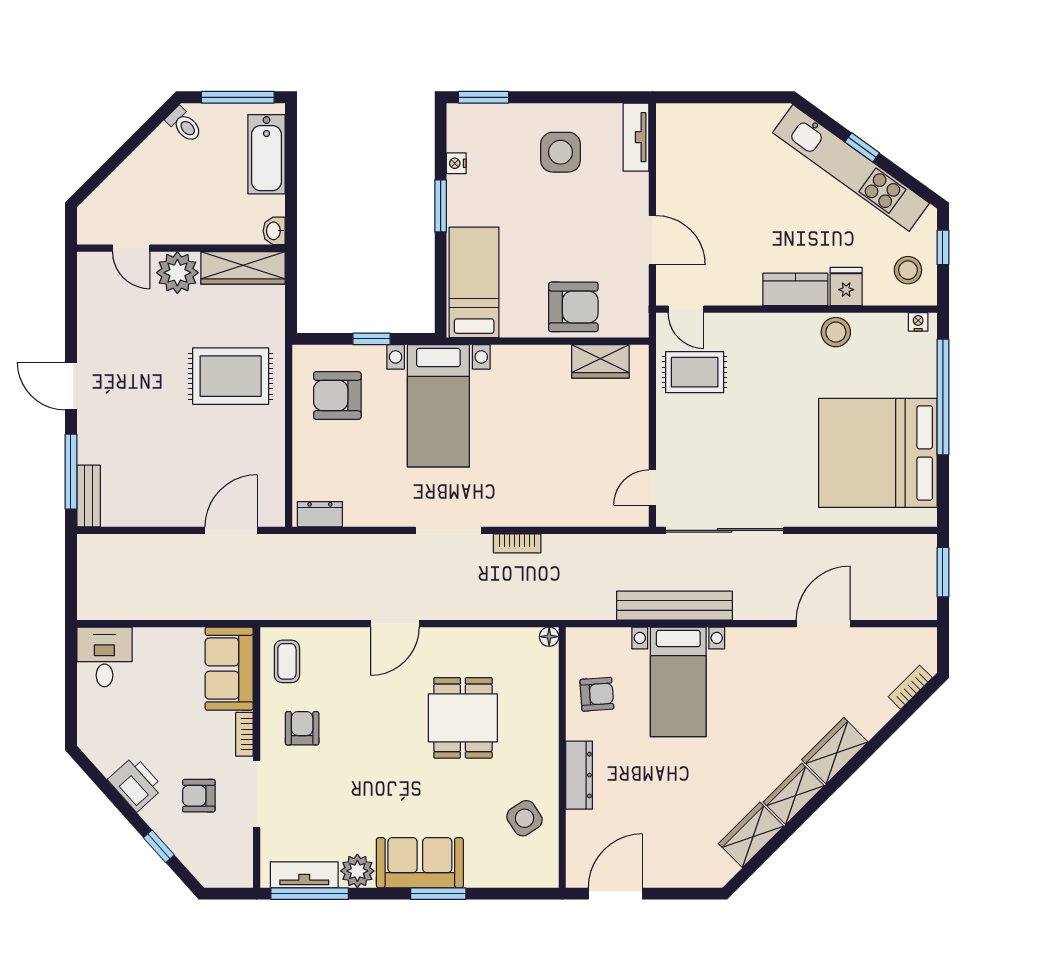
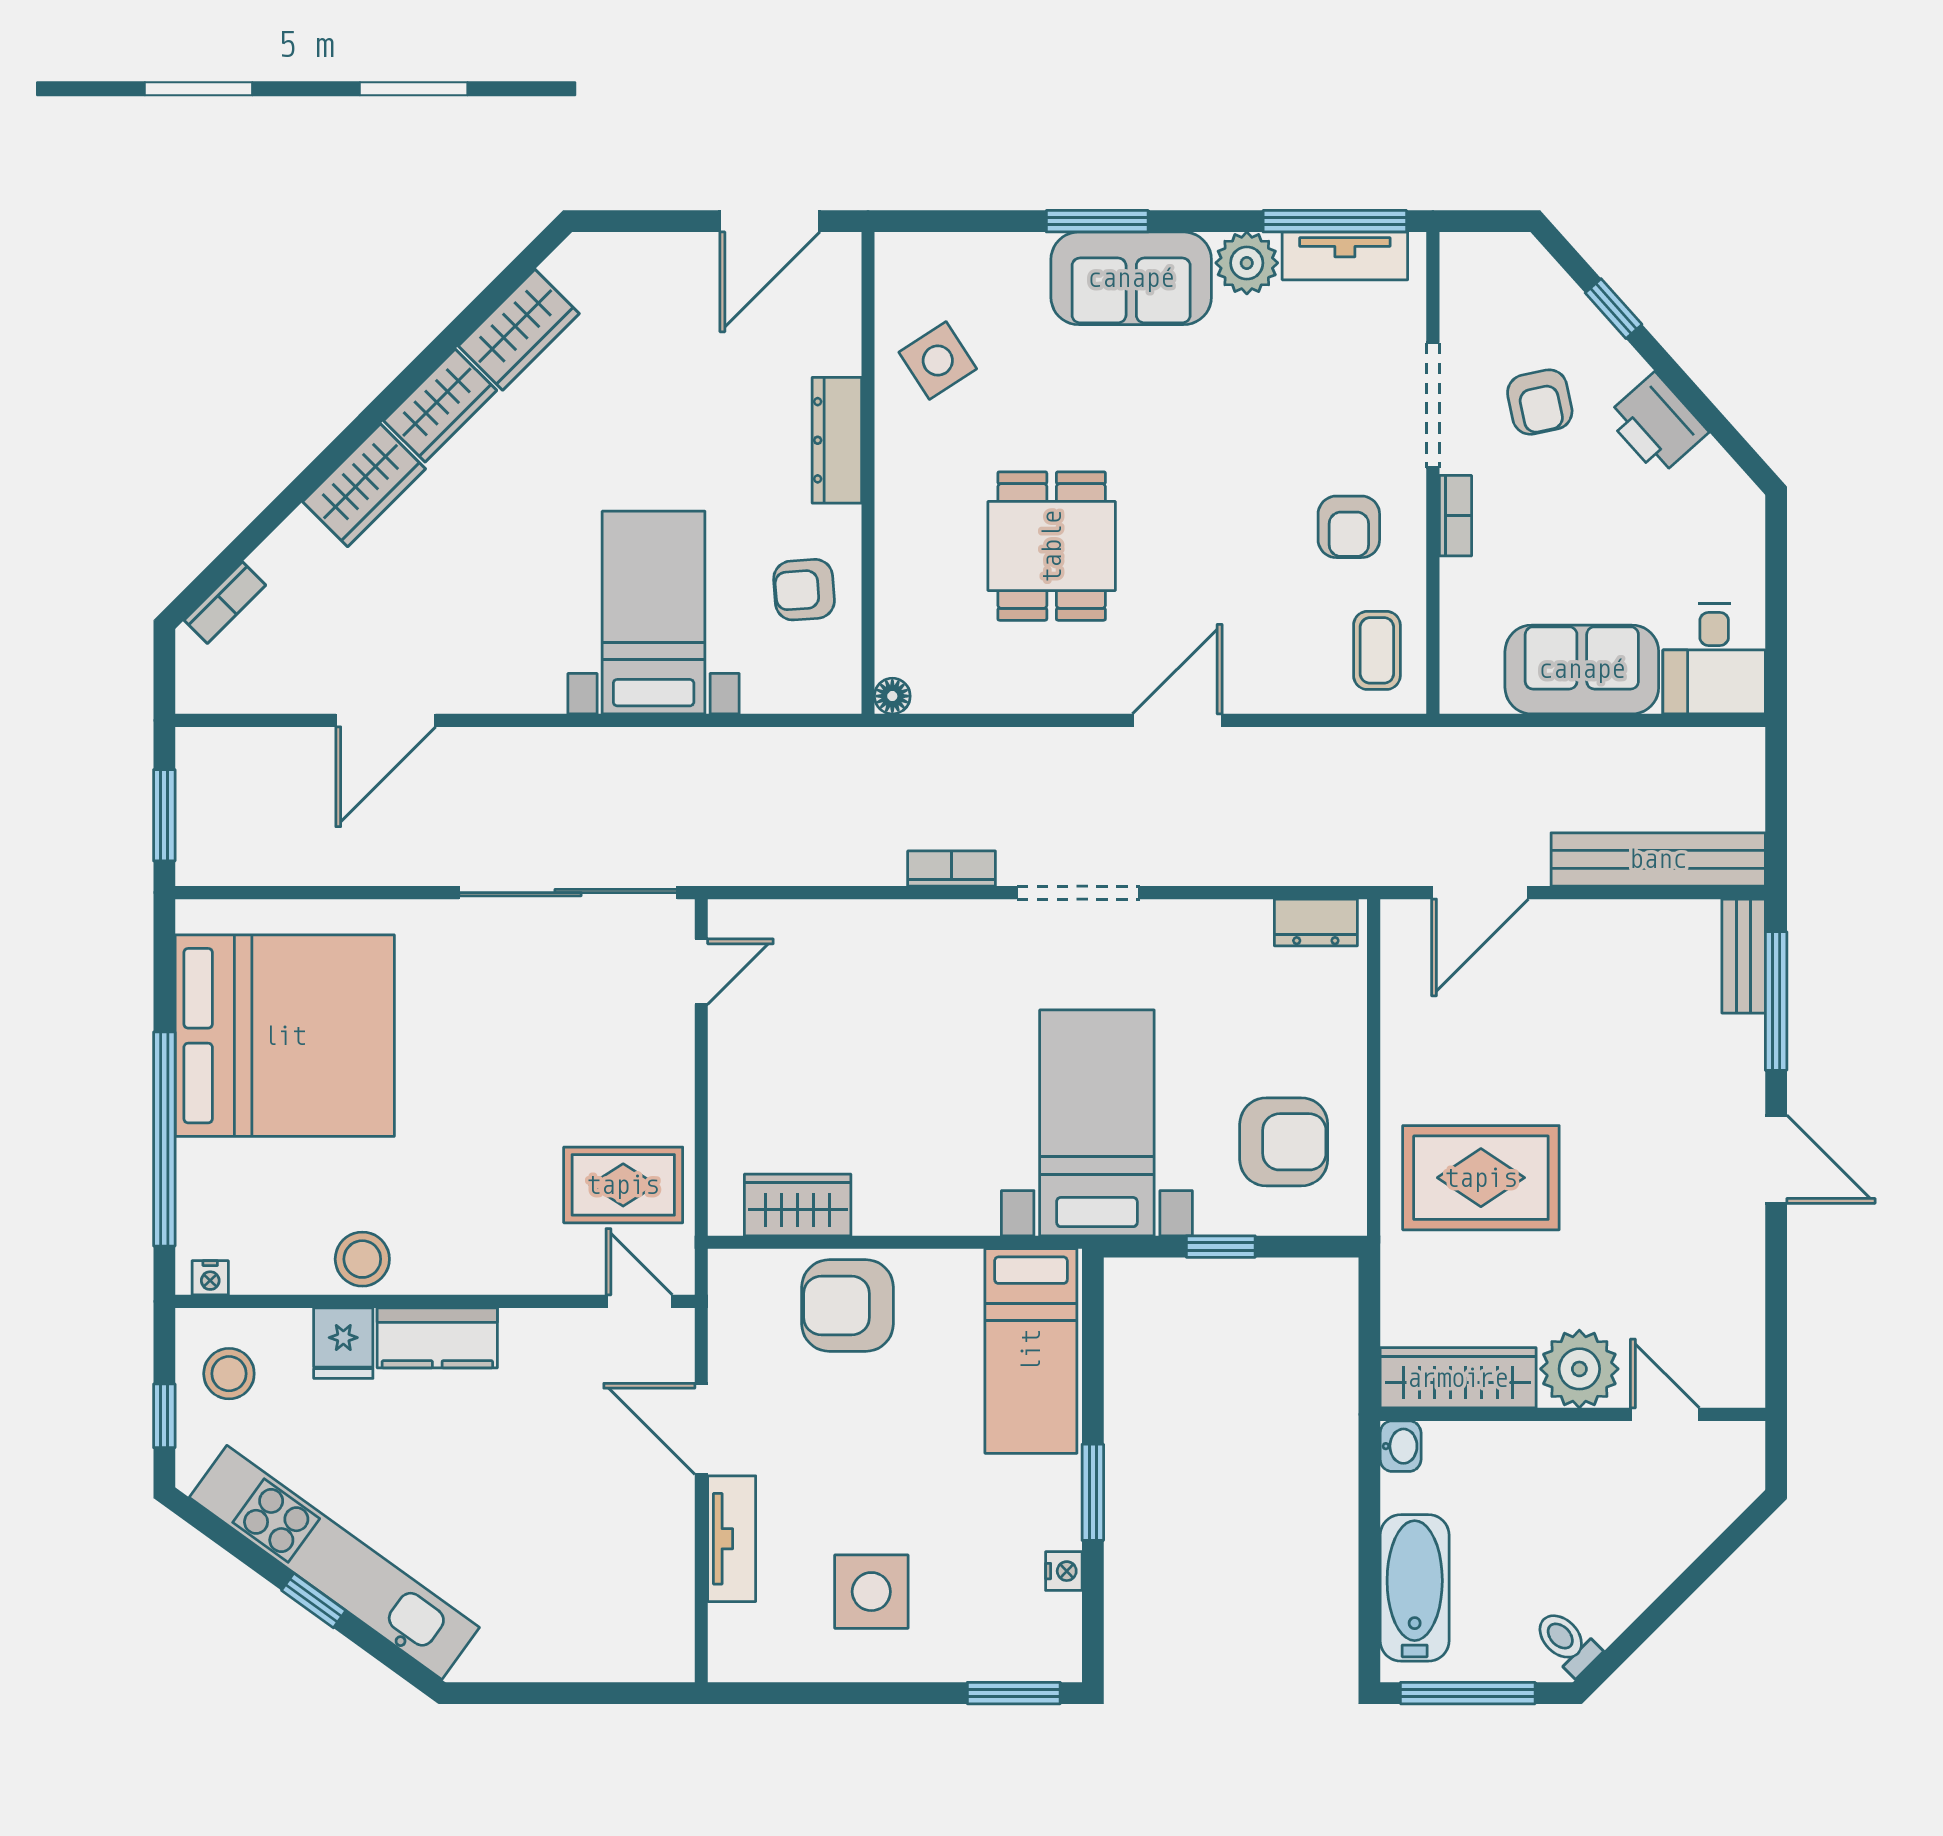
tv unit: (636, 137) -> (732, 1539), moved
bench: (675, 606) -> (1658, 859), moved
sofa: (229, 669) -> (1582, 669), moved, turned -90
armchair: (199, 796) -> (1540, 402), turned 78

